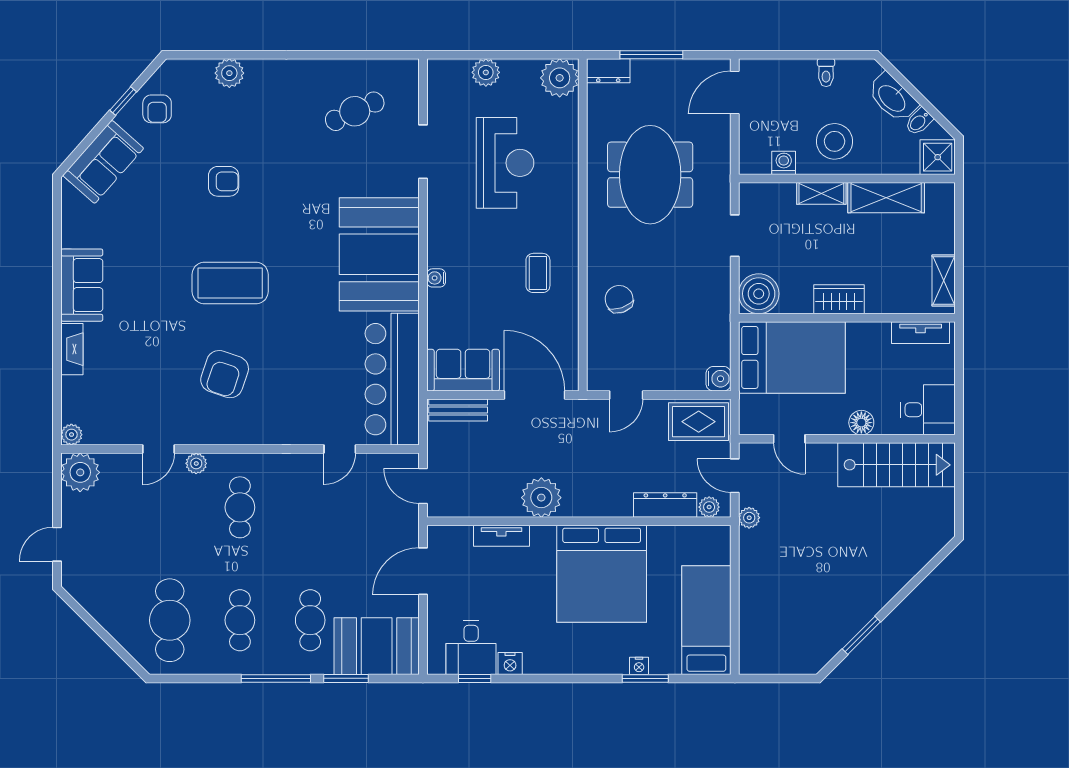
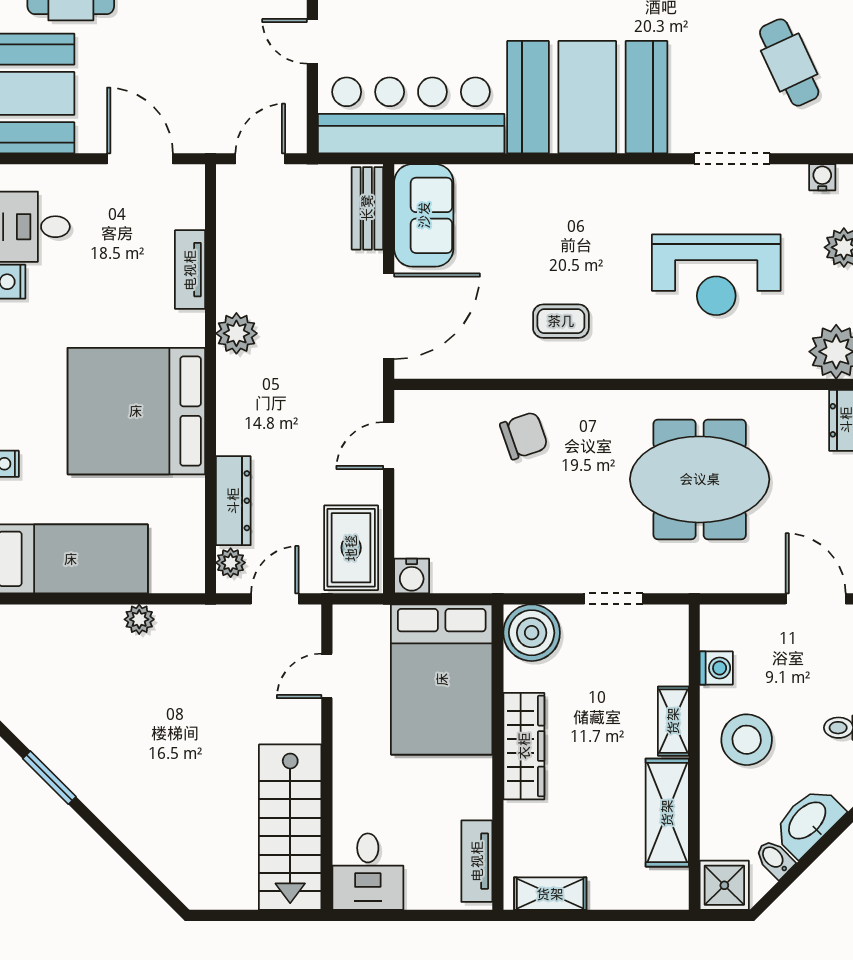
water cooler: (436, 278) -> (822, 177), moved
wardrobe: (839, 299) -> (524, 746), width x1.50
door: (626, 395) -> (389, 446), hinge flipped
floor lamp: (861, 423) -> (350, 778), removed
plant: (541, 498) -> (236, 333), width x0.73, depth x0.73
plant: (749, 518) -> (139, 619), moved

